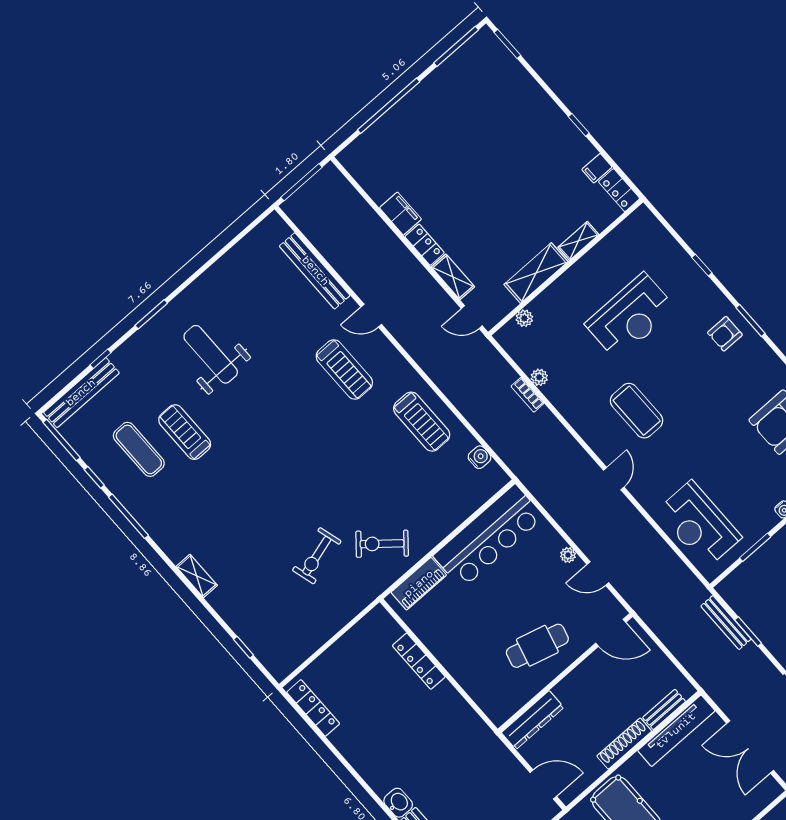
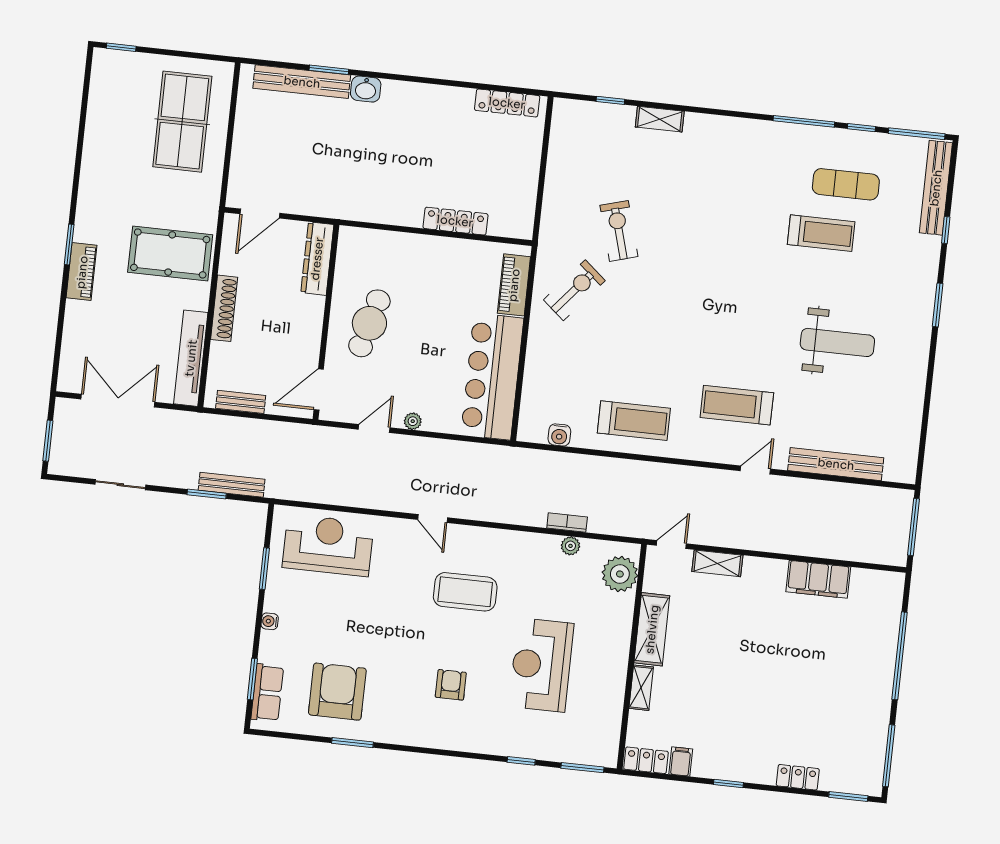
filing cabinet: (400, 214) -> (818, 579), width x1.50, depth x1.17
locker: (425, 245) -> (798, 777), moved, turned 180
plant: (524, 318) -> (620, 574), width x1.88, depth x1.88
window: (751, 321) -> (582, 768), moved
armchair: (725, 334) -> (451, 685), moved
weight bench: (211, 354) -> (837, 342), moved
treadmill: (422, 422) -> (634, 421), turned 180
shelving: (197, 576) -> (660, 119), moved
bench: (664, 709) -> (241, 402), moved, turned 90

